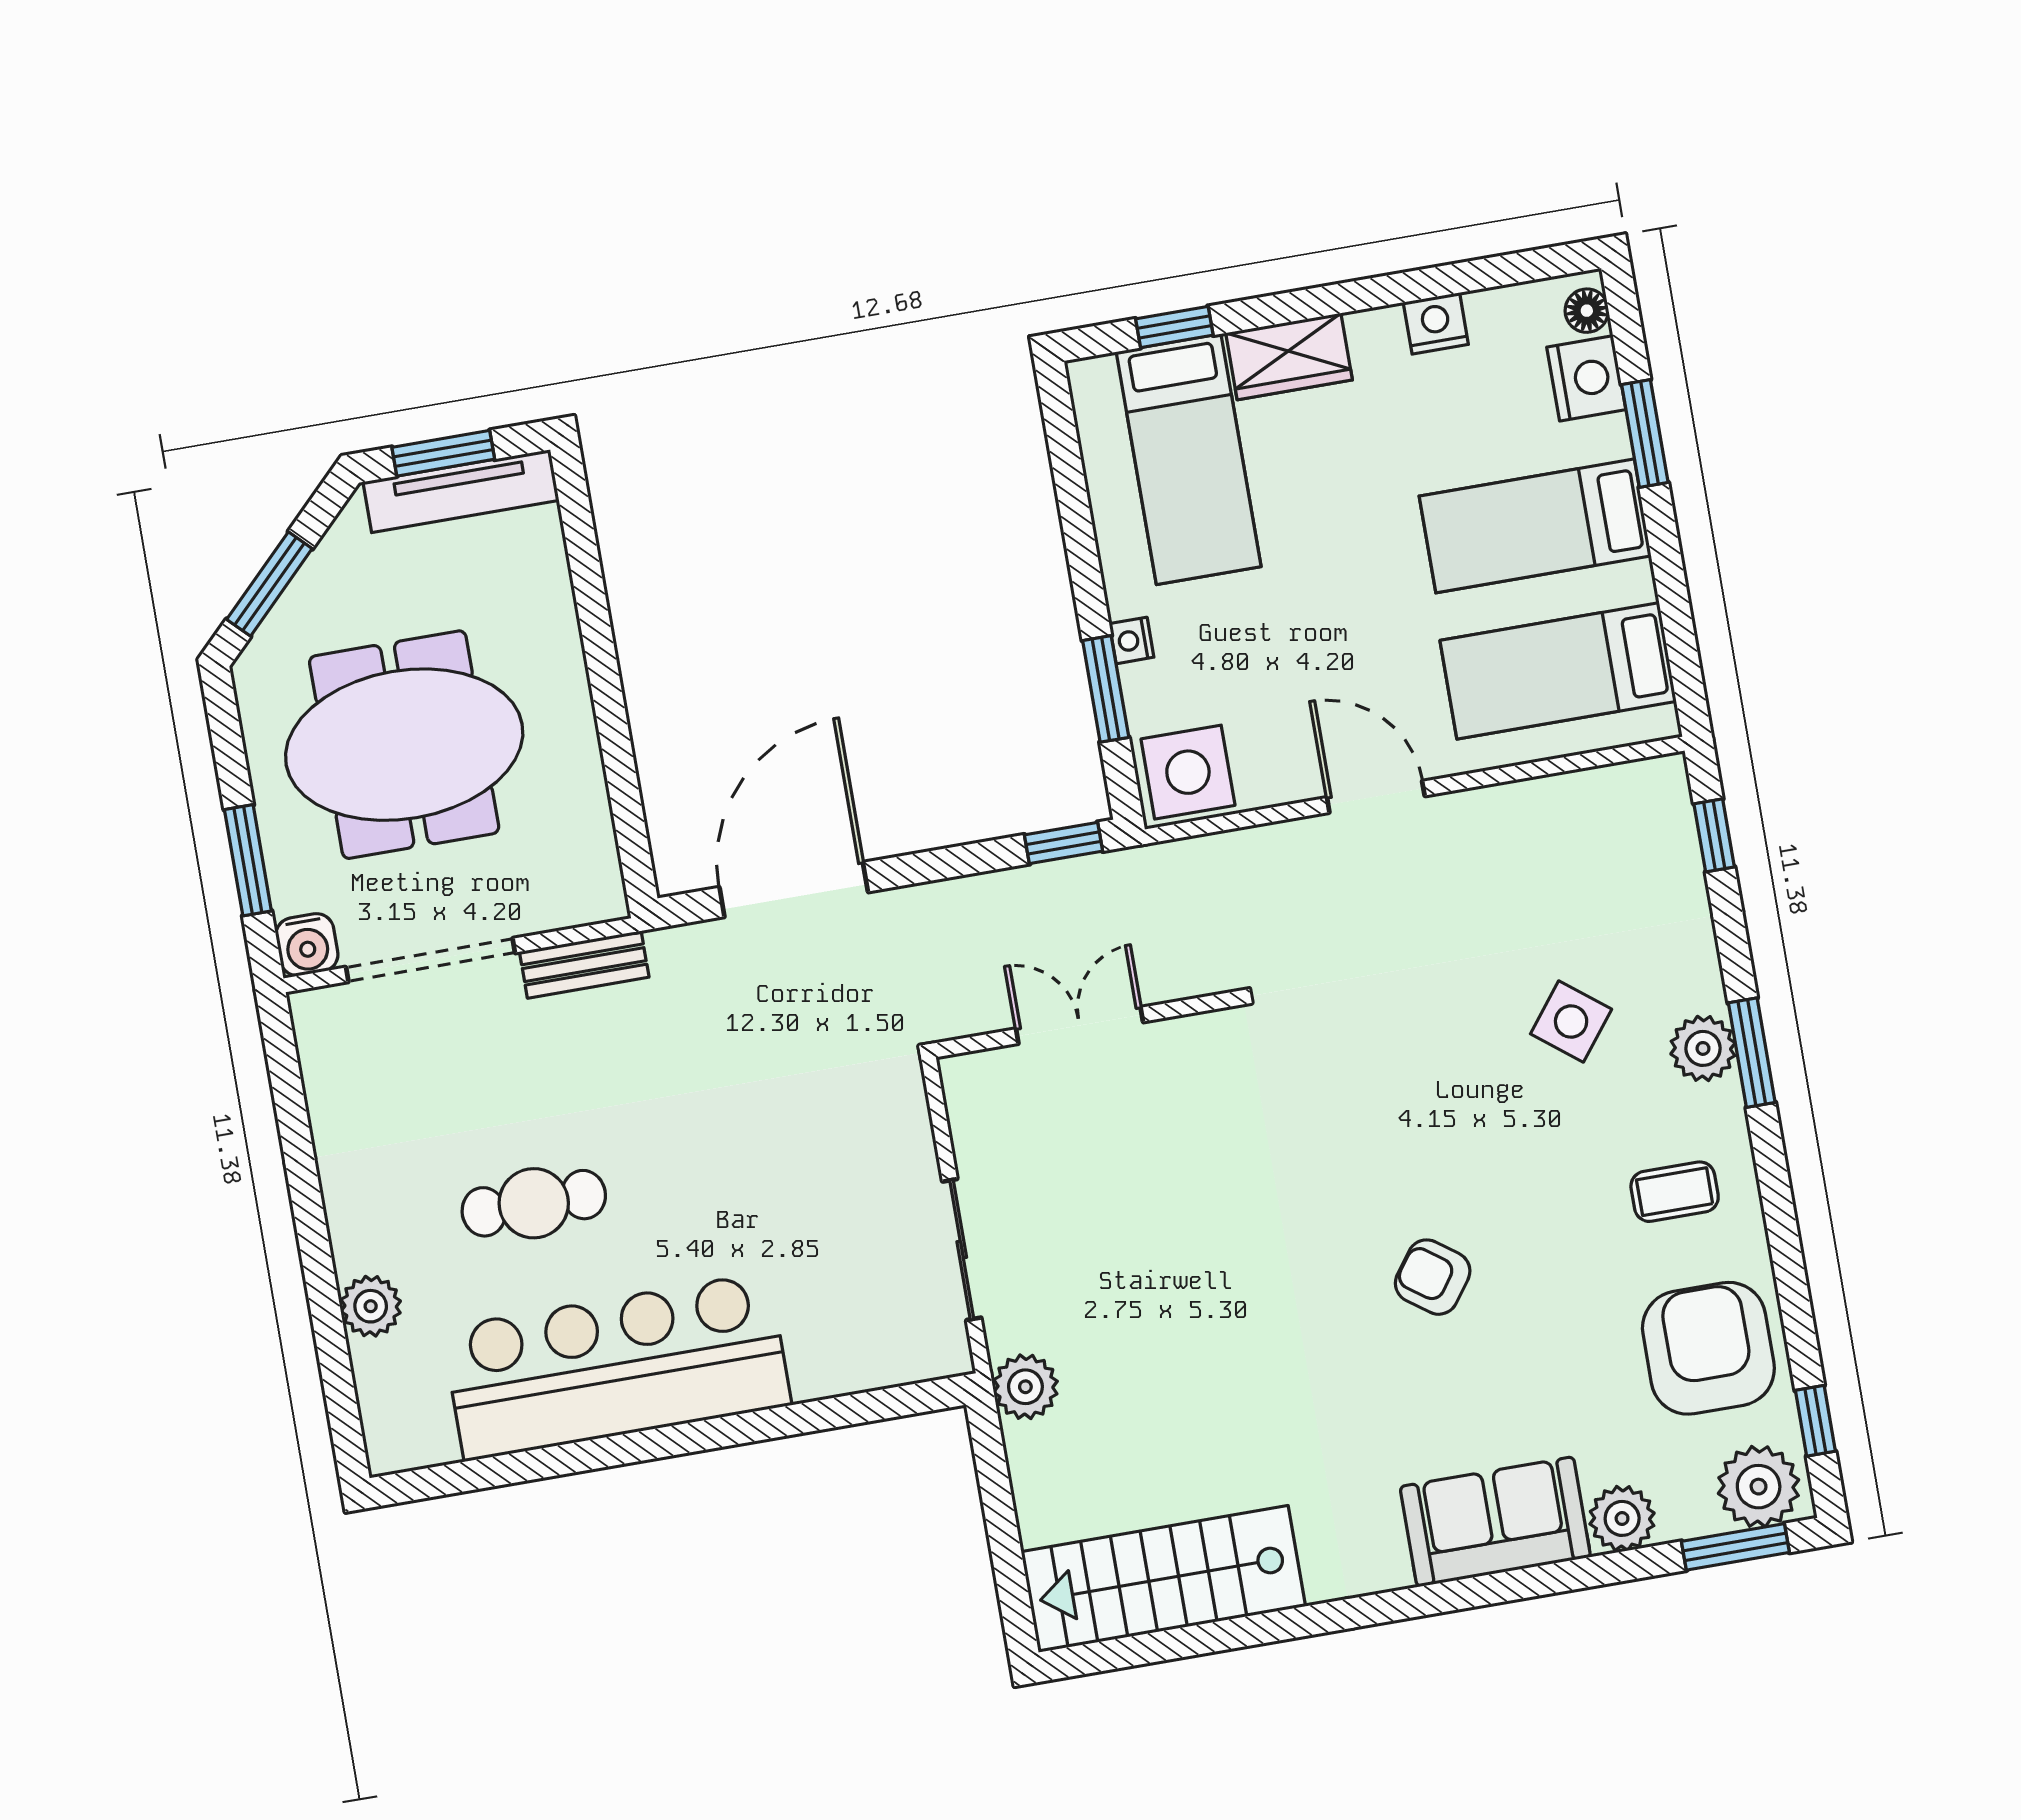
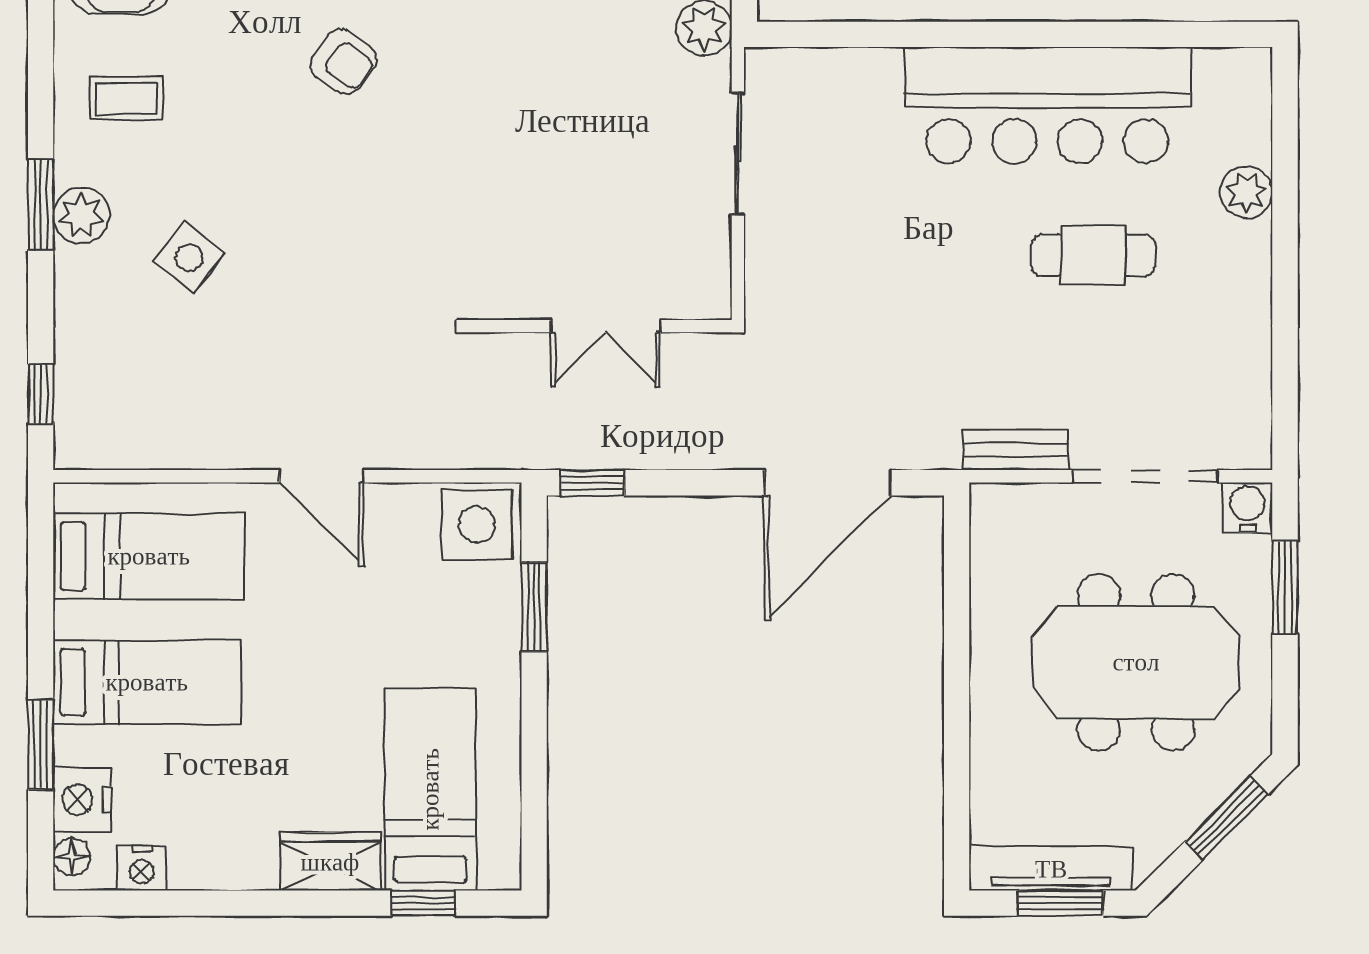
nightstand: (1436, 323) -> (142, 868), moved
nightstand: (1132, 640) -> (505, 644), removed

